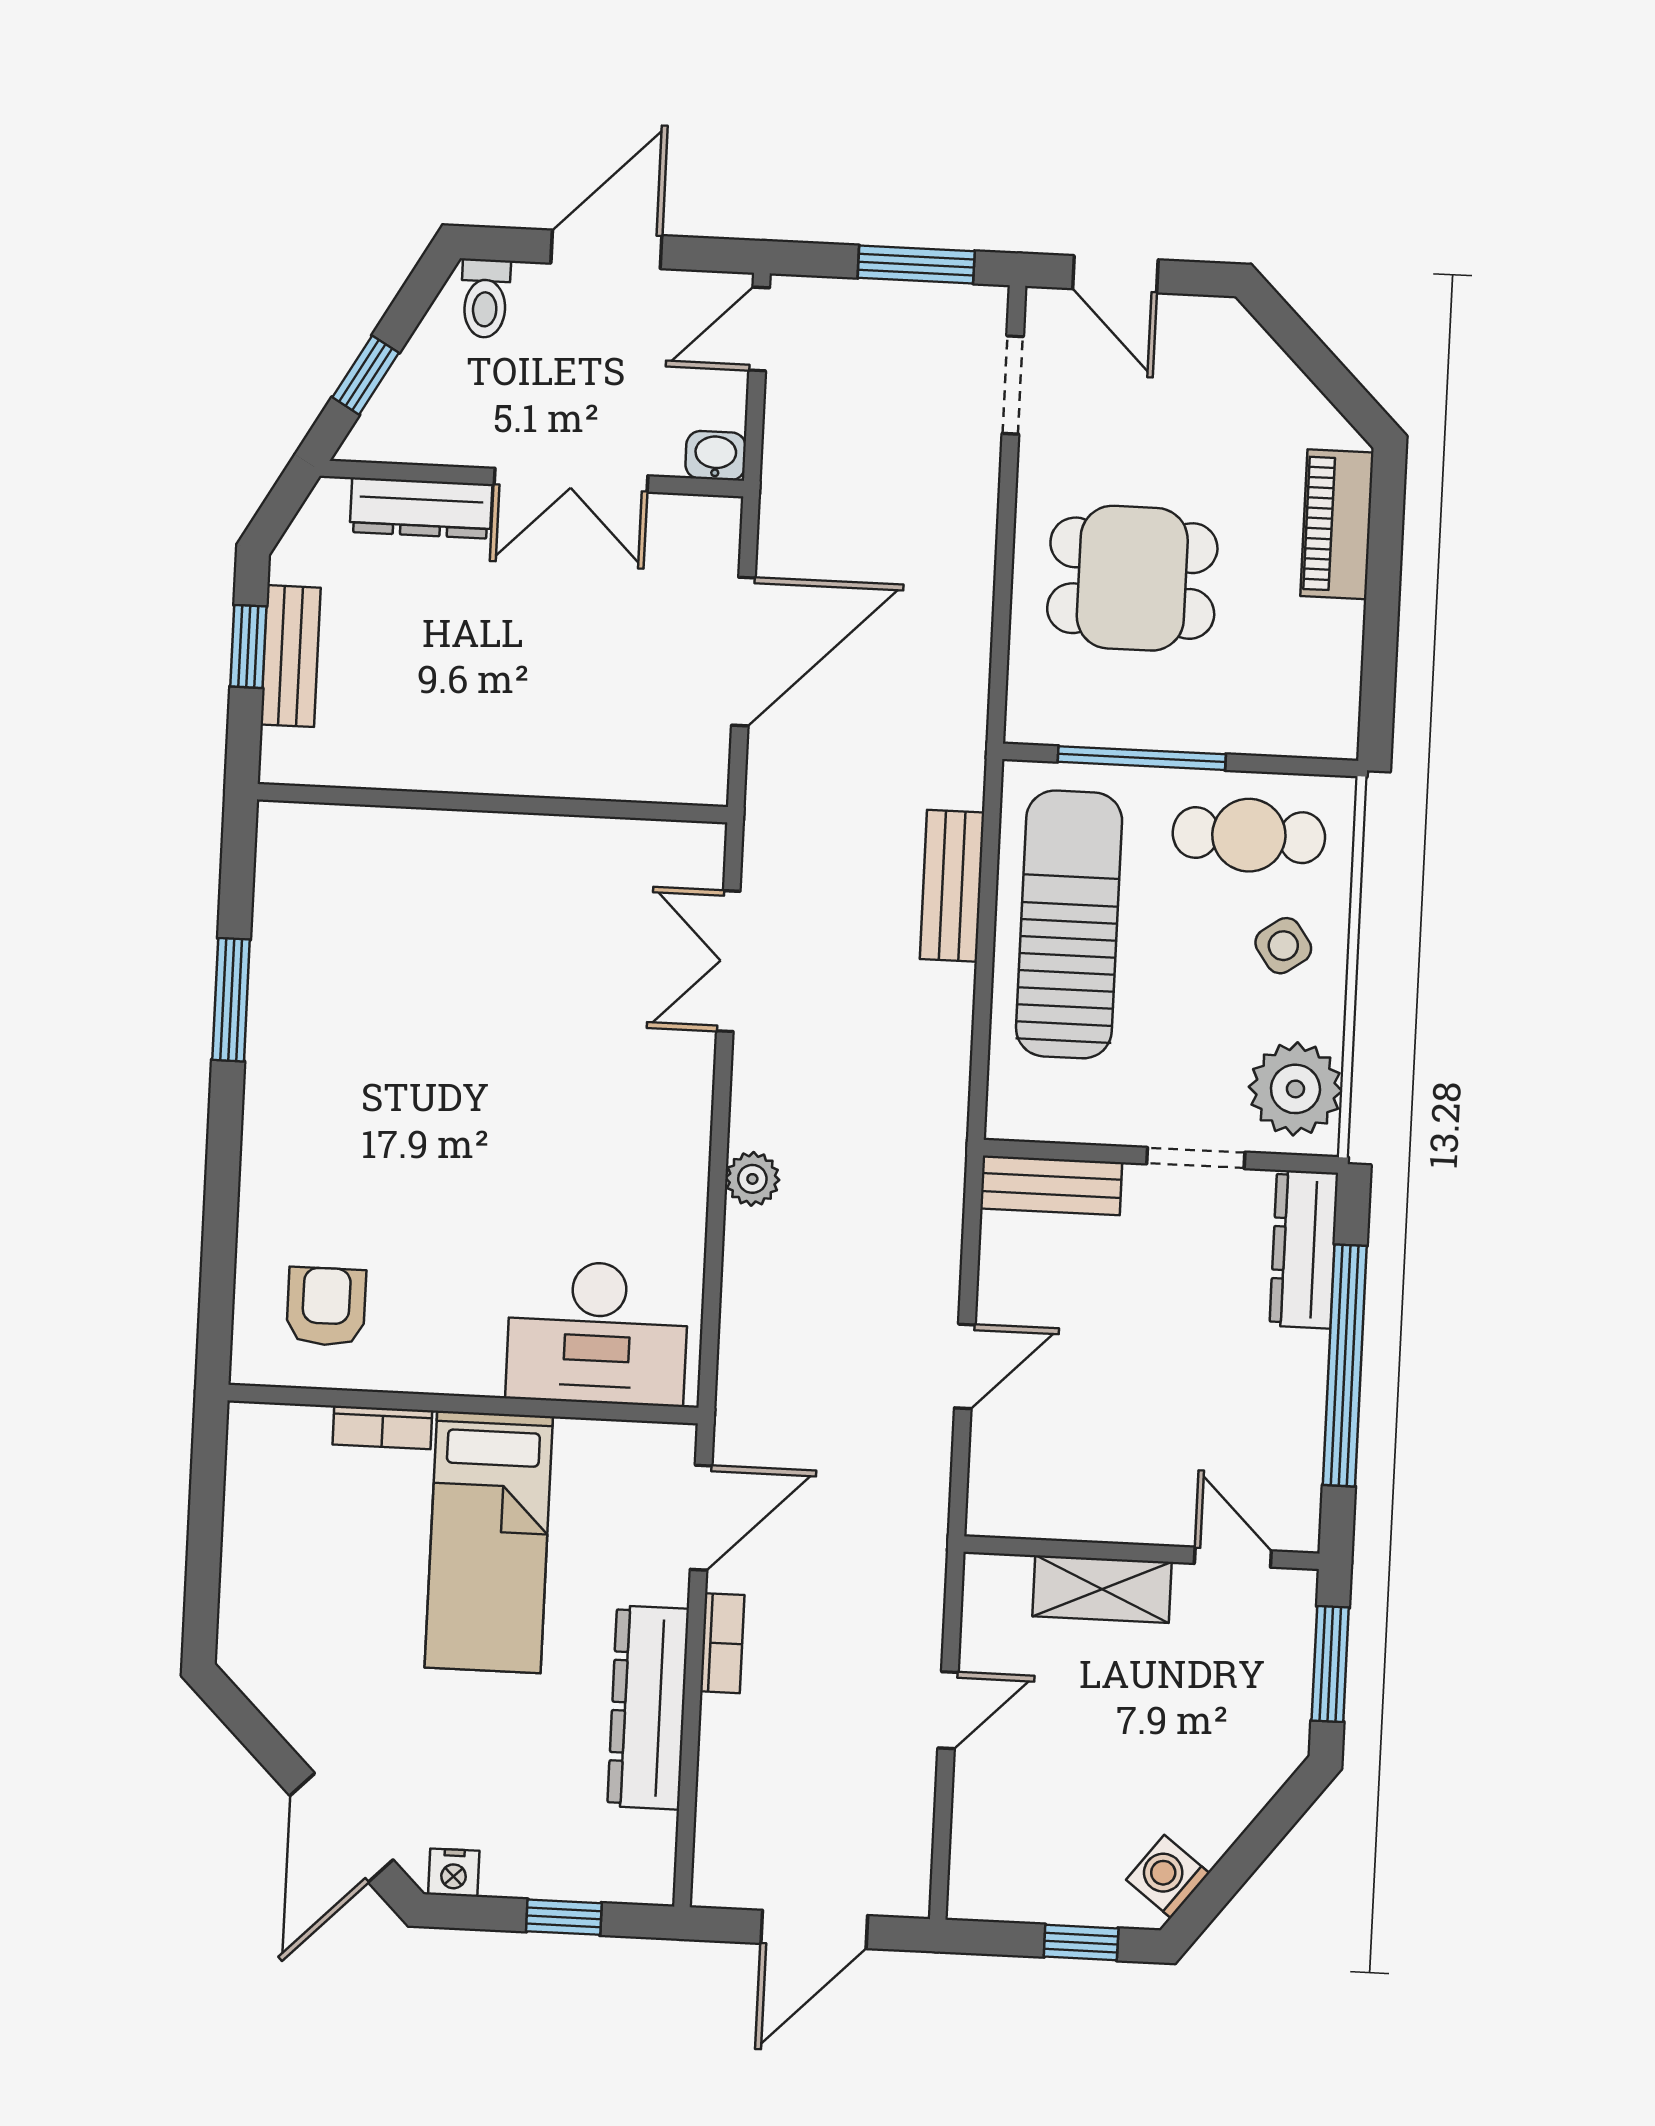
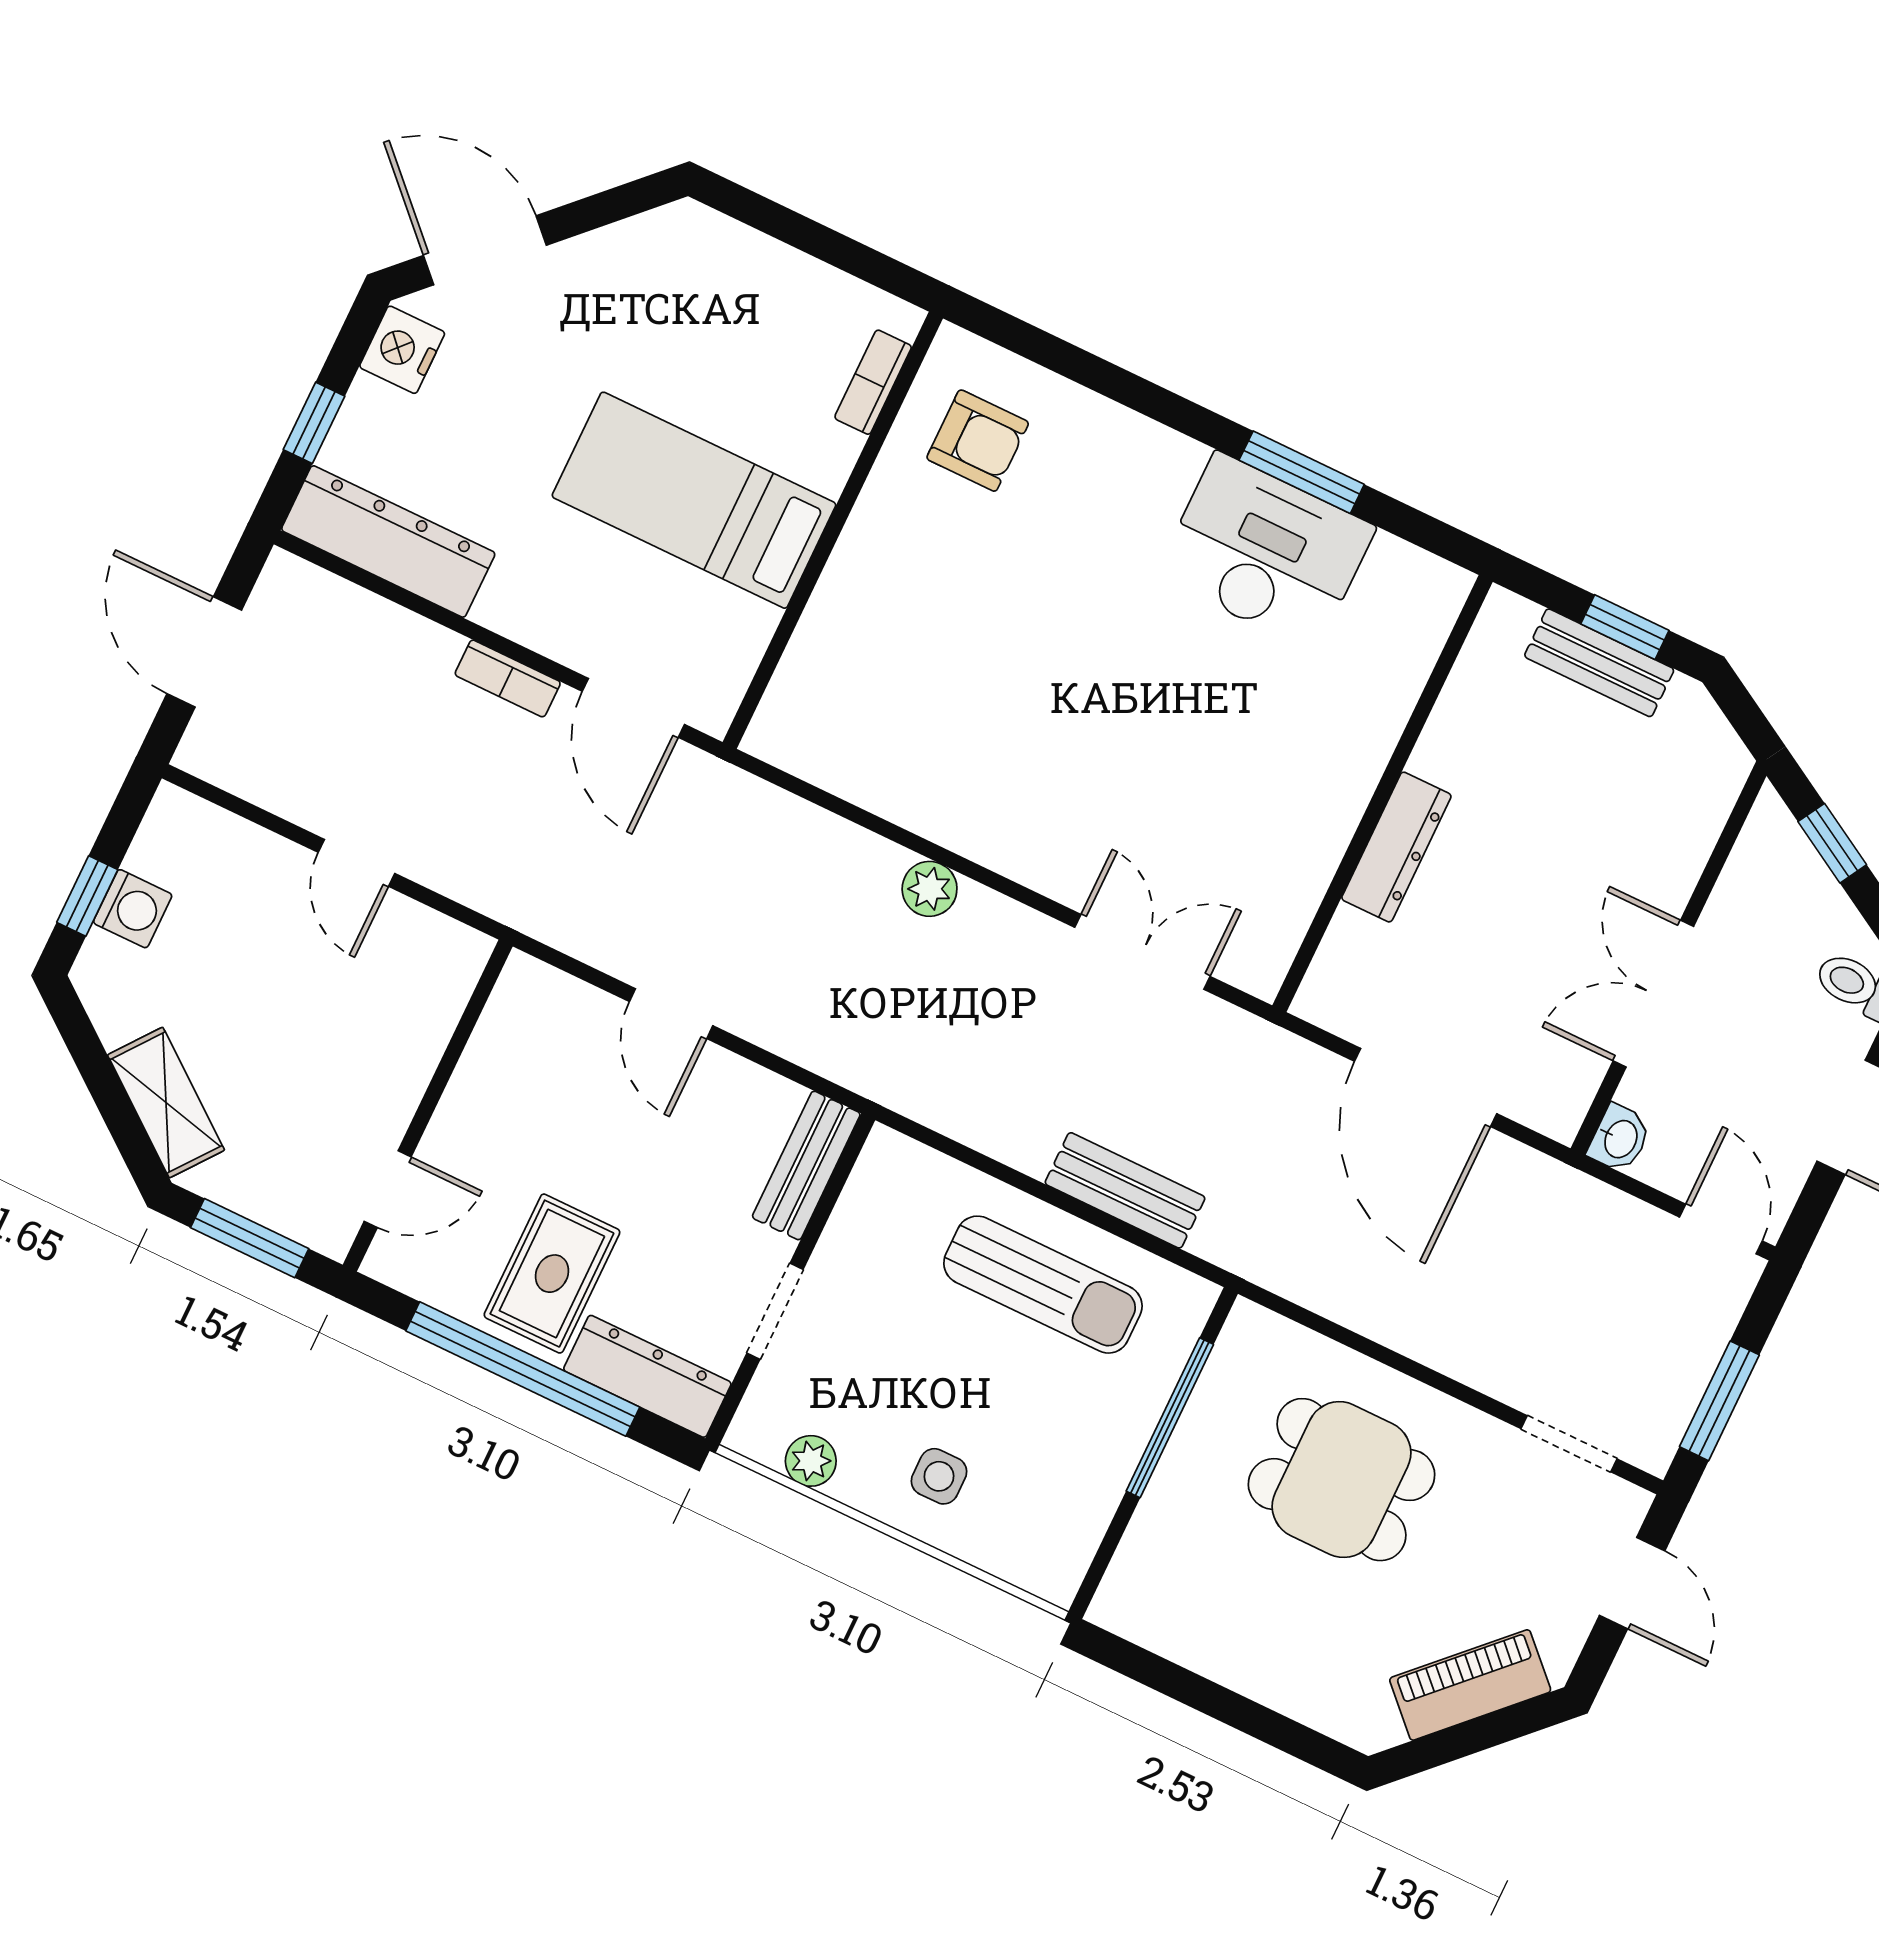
door: (1115, 274) -> (1632, 1583), swing flipped
dresser: (421, 508) -> (1396, 847), moved, turned 180
piano: (1337, 524) -> (1470, 1685), moved, turned -45
dining table: (1132, 578) -> (1342, 1480), turned 90
cafe table: (1249, 835) -> (1056, 1488), removed
sun lounger: (1069, 924) -> (1043, 1285), width x0.73, depth x0.75
side table: (1283, 946) -> (939, 1476), turned 35
plant: (1295, 1089) -> (811, 1461), width x0.53, depth x0.53
desk: (597, 1333) -> (1266, 552), moved, turned 90
rug: (1247, 1375) -> (552, 1274), added
bookcase: (382, 1427) -> (873, 382), moved
shelving: (1102, 1589) -> (166, 1103), moved, turned -52
dresser: (648, 1708) -> (388, 541), moved
nightstand: (454, 1873) -> (402, 350), width x1.39, depth x1.35
washing machine: (1168, 1876) -> (133, 909), moved, turned 52

